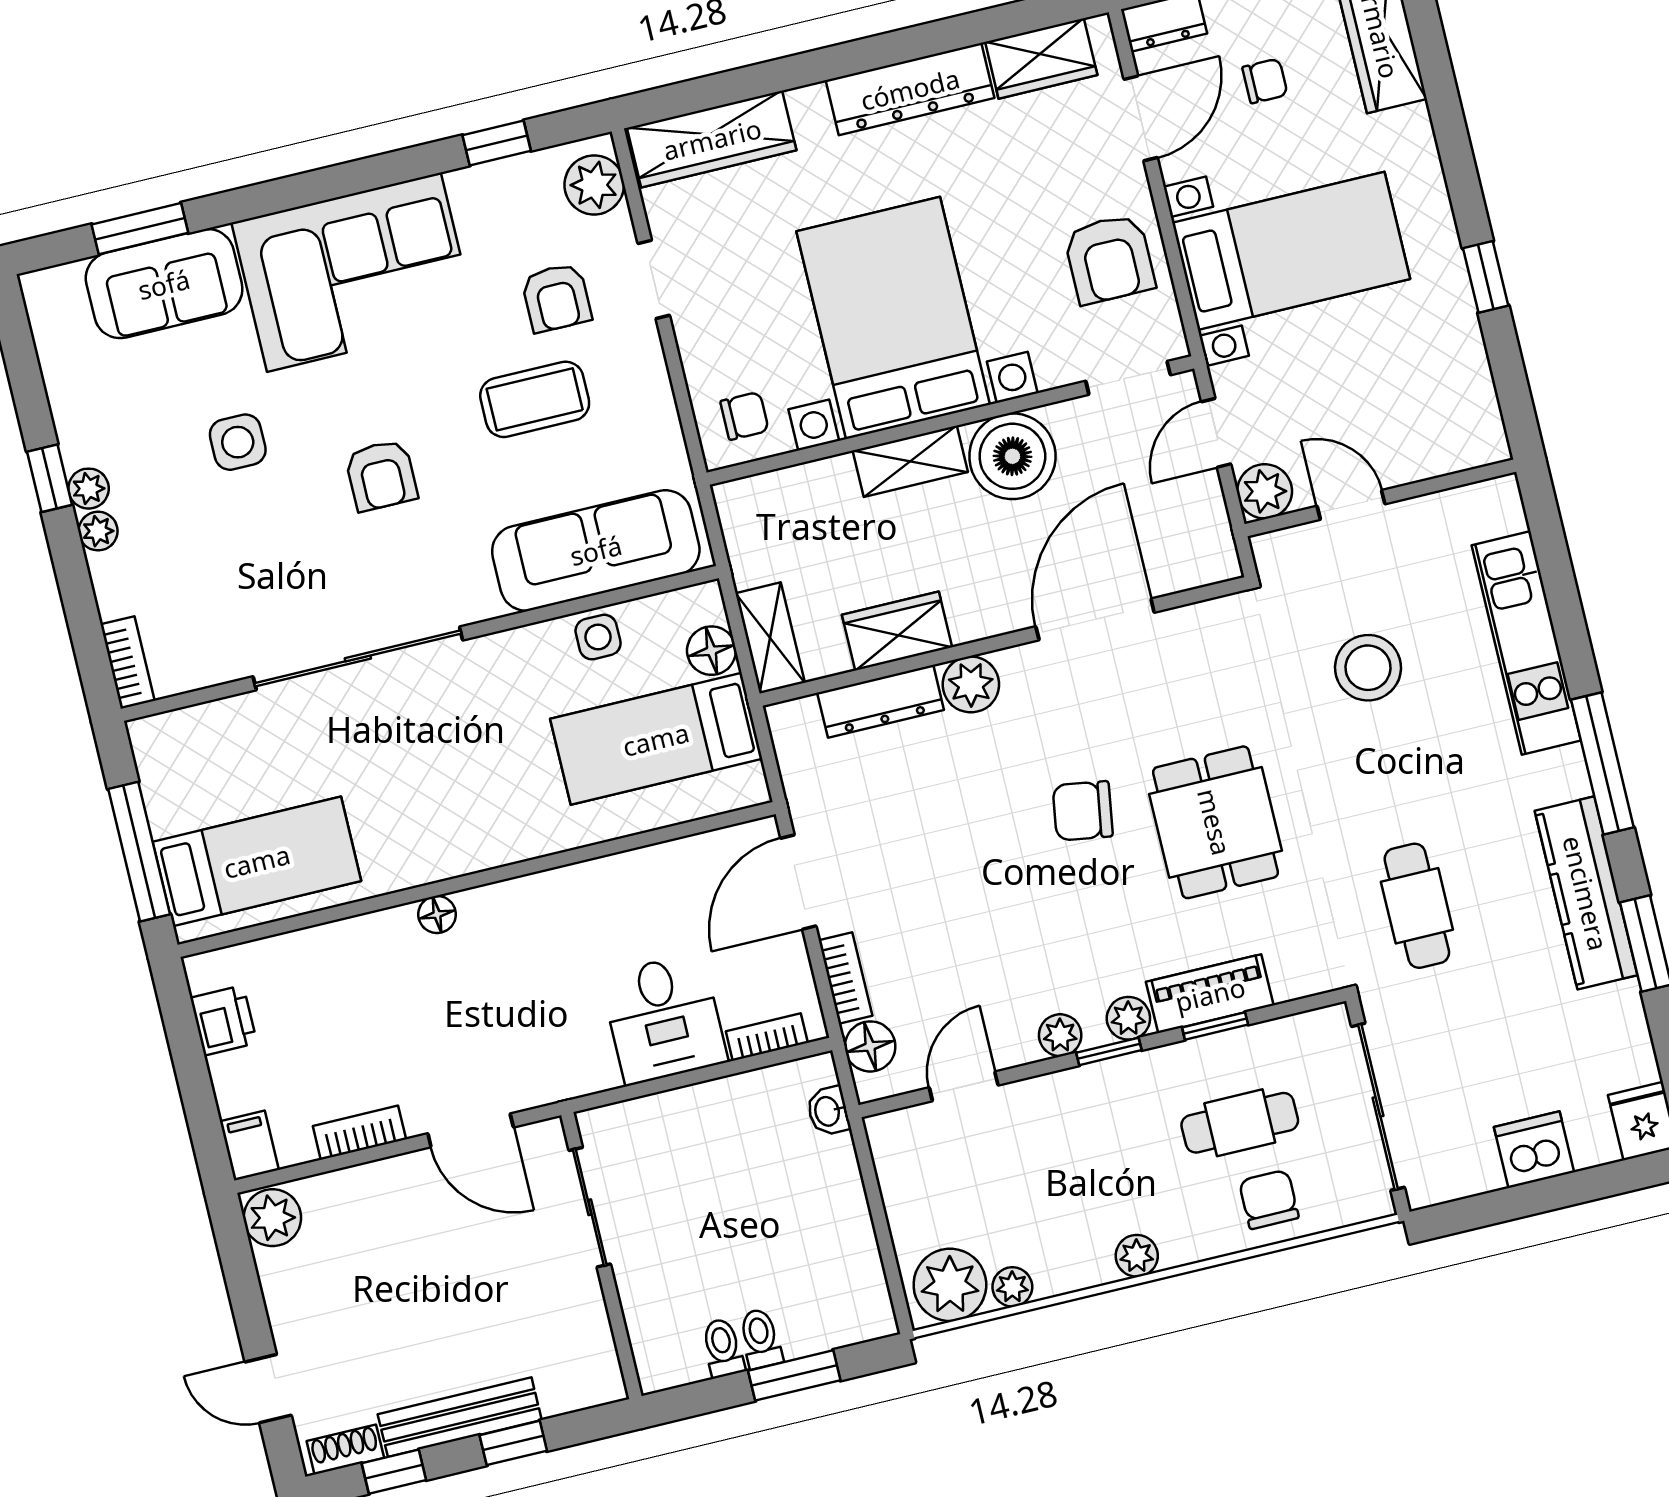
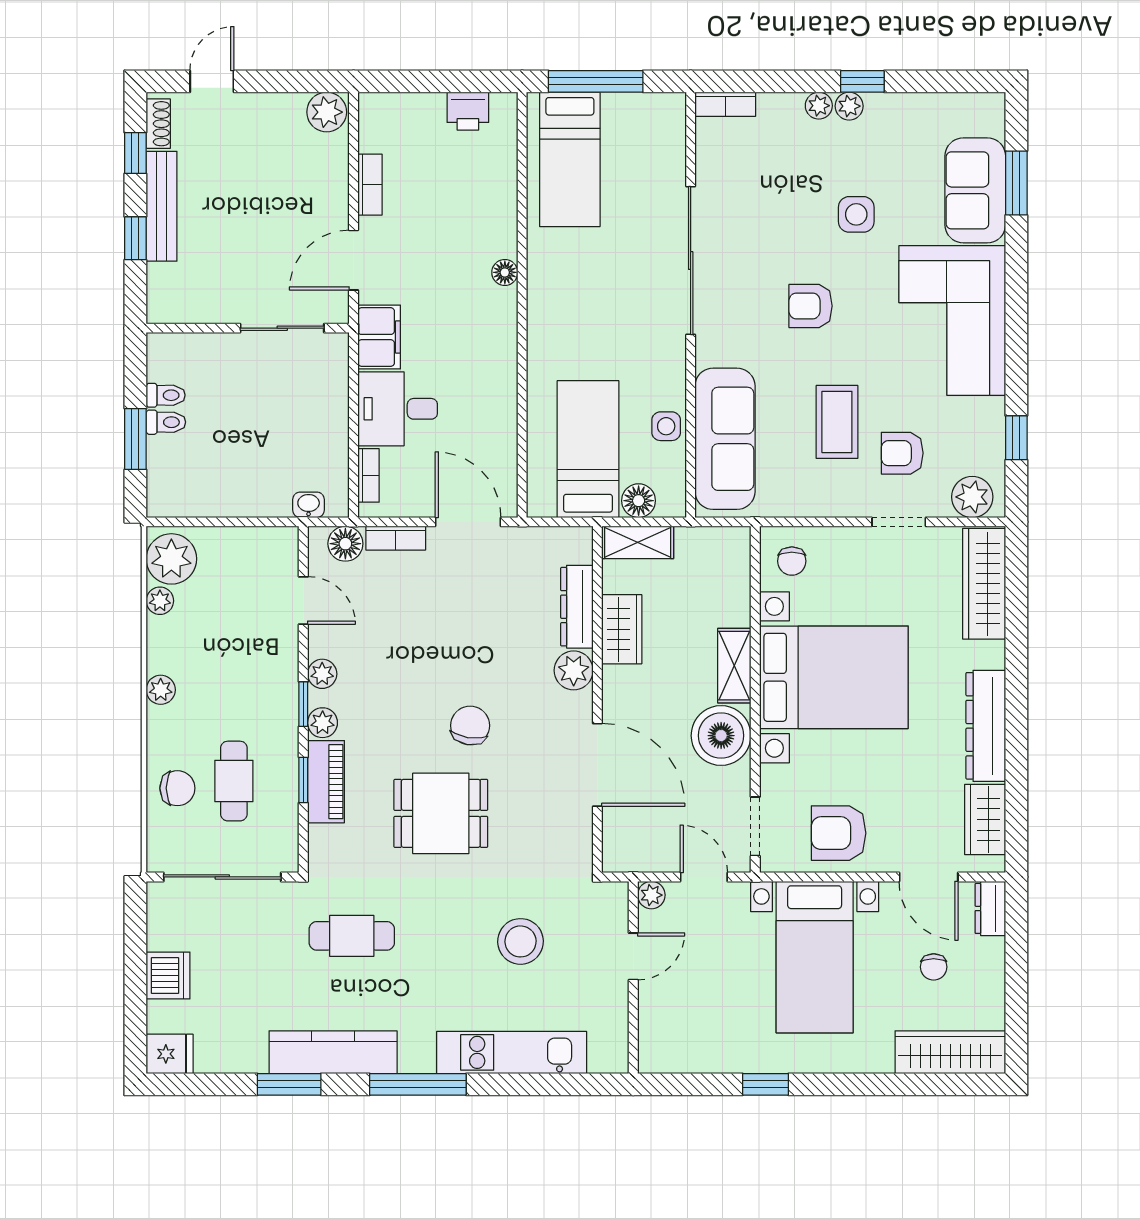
plant: (1265, 491) -> (651, 895), width x0.73, depth x0.73
filing cabinet: (249, 1146) -> (379, 337), moved, width x2.00

